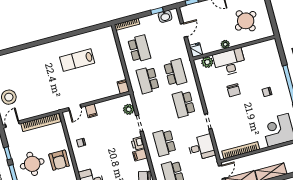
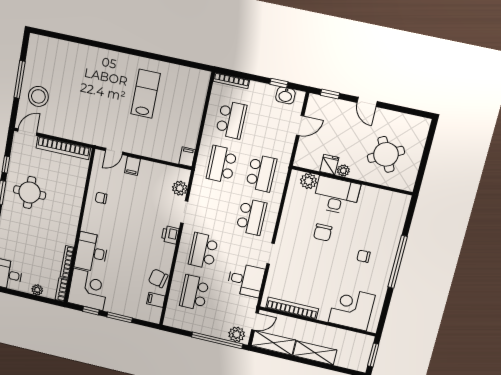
fridge: (196, 50) -> (329, 164), moved
lab bench: (77, 60) -> (146, 94), turned 90
school desk: (184, 104) -> (251, 217), turned 180
filing cabinet: (140, 155) -> (166, 250), removed
armchair: (59, 160) -> (64, 205), removed

